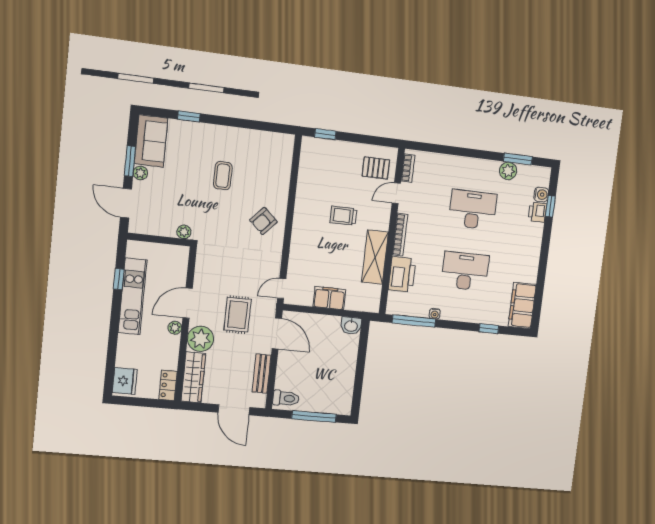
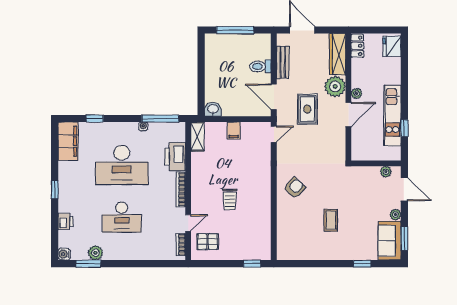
window: (130, 161) -> (404, 238), moved
water cooler: (541, 194) -> (64, 254), moved
window: (550, 206) -> (55, 190), moved
trolley: (344, 216) -> (230, 199), turned 90
plant: (184, 232) -> (386, 172), moved
shelving: (375, 257) -> (197, 137), moved, width x0.67, depth x0.75
desk: (465, 271) -> (122, 165), width x1.36, depth x1.30
filing cabinet: (329, 298) -> (234, 131), width x0.50
toilet: (286, 398) -> (260, 66), moved

